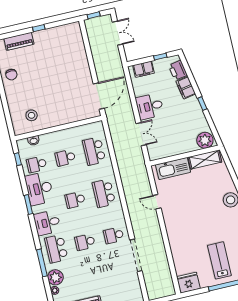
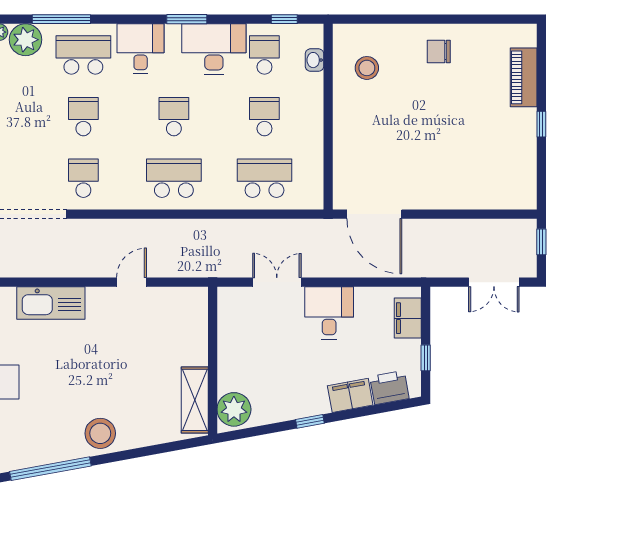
chair: (11, 75) -> (439, 51), moved
double door: (141, 134) -> (277, 282), swing flipped
kitchen sink: (173, 168) -> (51, 303), moved, turned -90

